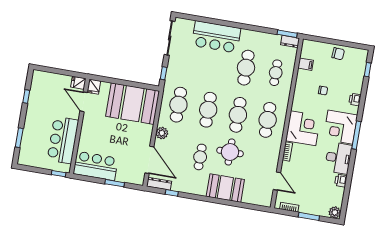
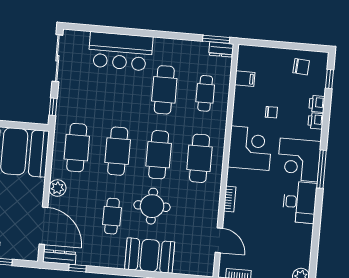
chair: (338, 54) -> (301, 67), moved
corner desk: (303, 128) -> (250, 148), moved
printer: (341, 181) -> (317, 104), moved

